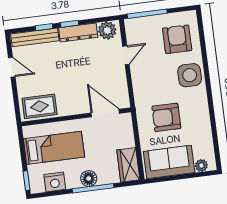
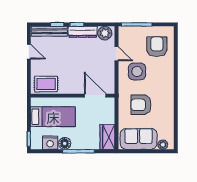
door: (126, 55) -> (117, 54), hinge flipped
side table: (190, 75) -> (137, 71), moved
floor lamp: (89, 178) -> (65, 143), moved

